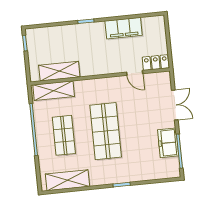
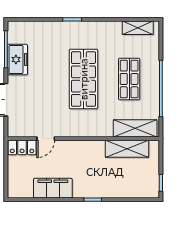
door: (135, 73) -> (46, 139), swing flipped
shelving: (68, 180) -> (138, 28), width x0.67, depth x0.75

